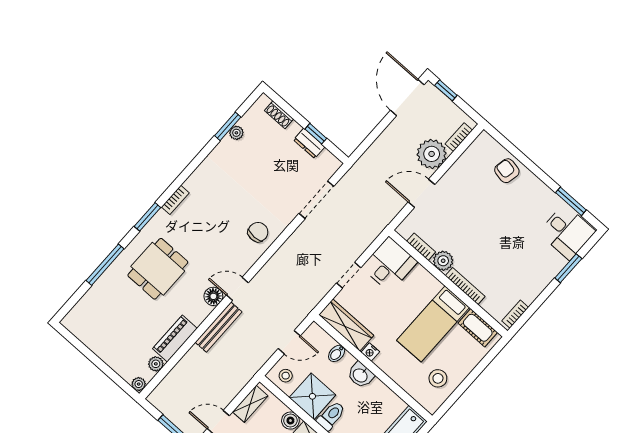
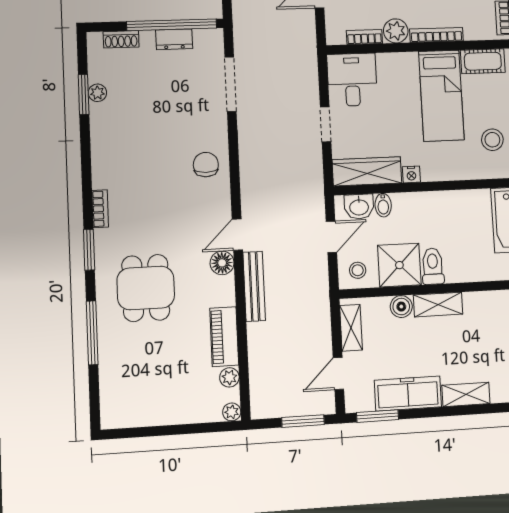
window: (316, 134) -> (172, 25), width x3.17
washbasin: (361, 375) -> (359, 207), moved

